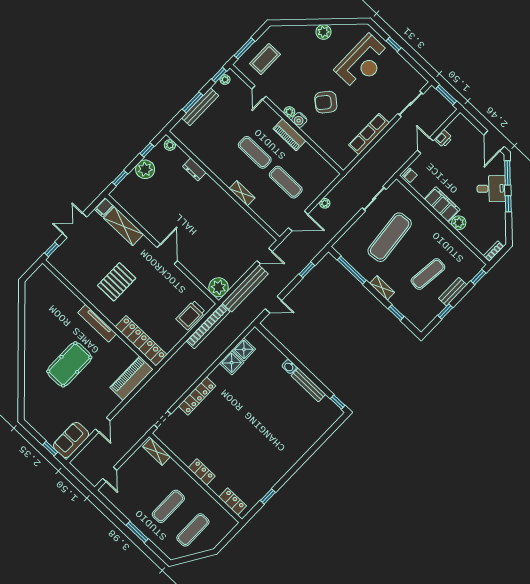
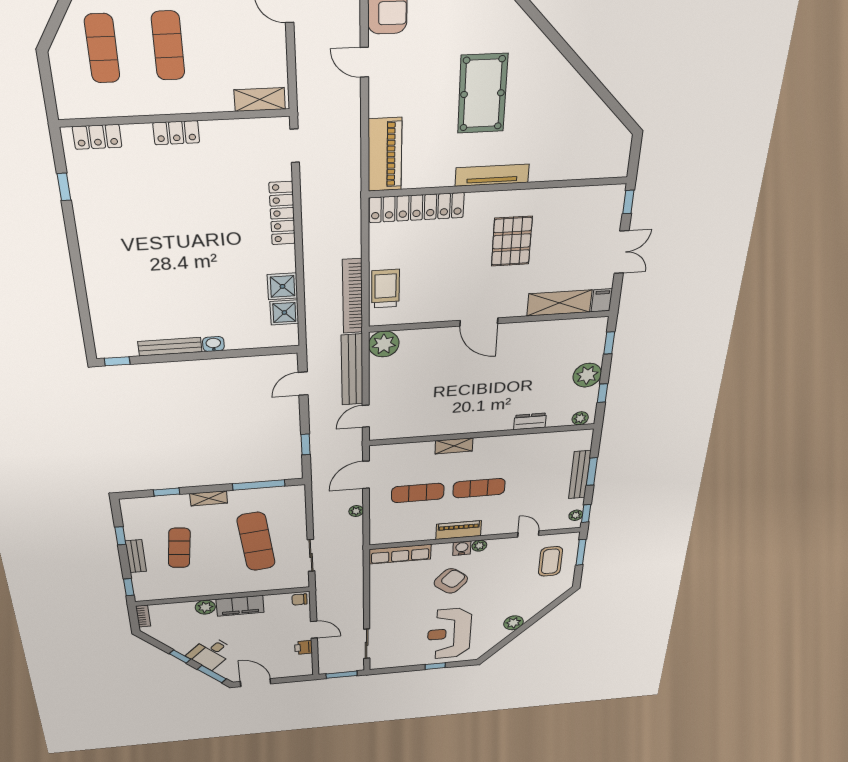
row of seats: (369, 134) -> (400, 554), moved, turned 90

